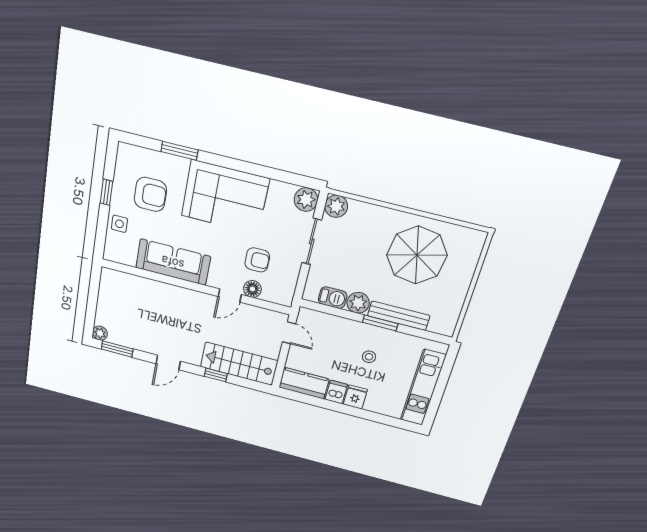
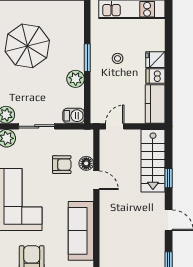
armchair: (257, 260) -> (62, 165), turned 90
barbecue: (333, 298) -> (74, 116), moved, turned 90
bench: (399, 316) -> (78, 45), removed

